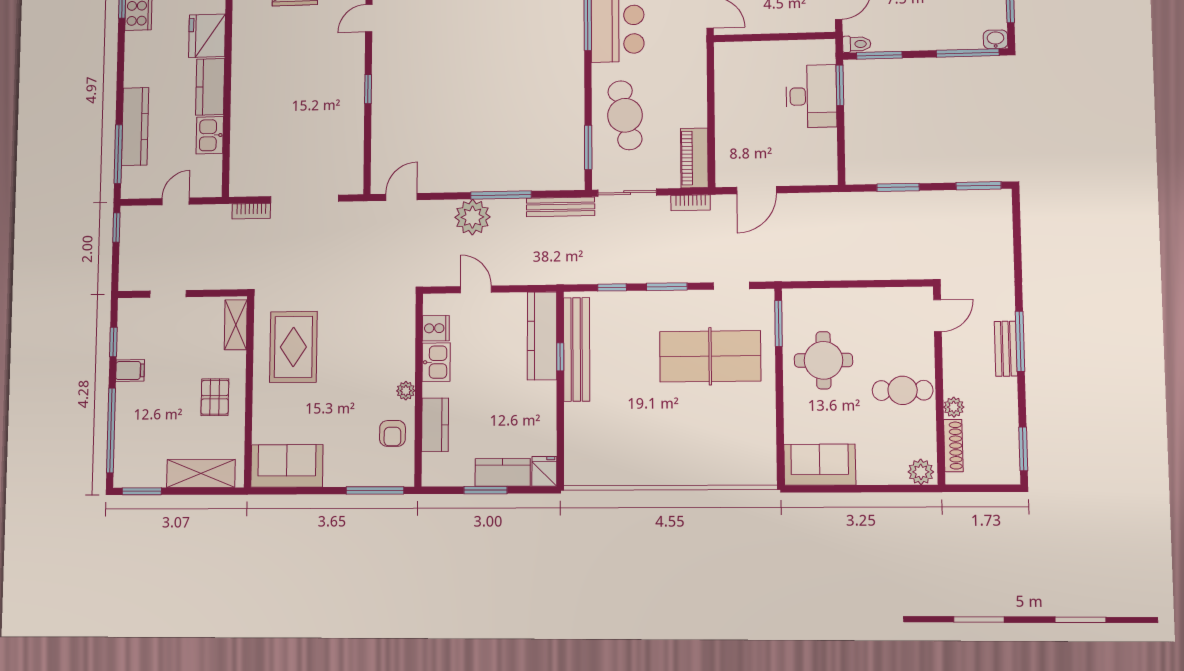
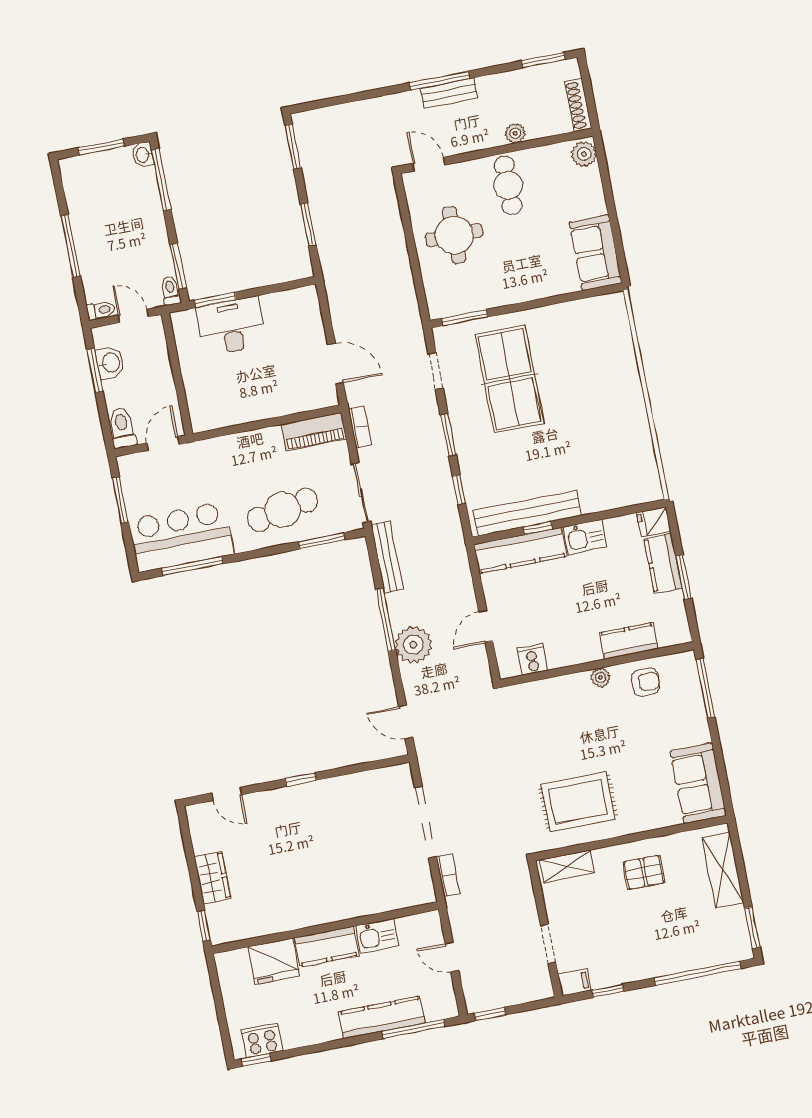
round table: (823, 360) -> (454, 235), moved
kitchen sink: (436, 362) -> (585, 537), moved, turned 180
filing cabinet: (130, 370) -> (575, 982), moved, turned 90
shoe rack: (953, 446) -> (578, 105), moved, turned -90

